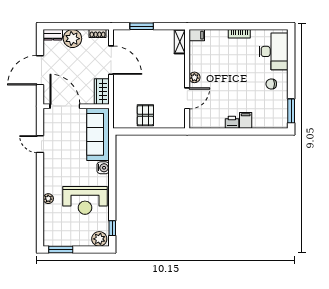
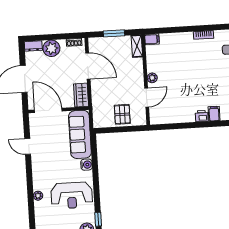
filing cabinet: (197, 35) -> (152, 39), moved
shelving: (180, 42) -> (137, 46), moved
plant: (194, 77) -> (152, 78), moved
wall: (187, 79) -> (146, 80), moved
door: (187, 98) -> (147, 98), moved

